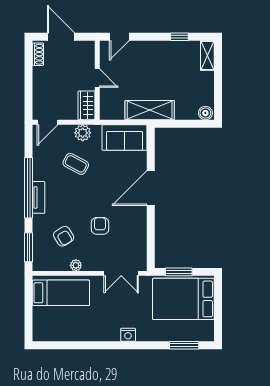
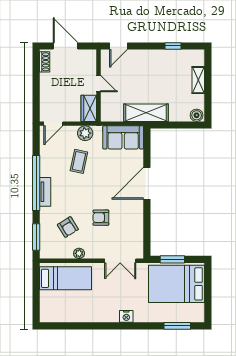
shelving: (207, 56) -> (198, 80), moved
coffee table: (76, 164) -> (79, 161), turned 74
armchair: (100, 226) -> (101, 218), turned -90

